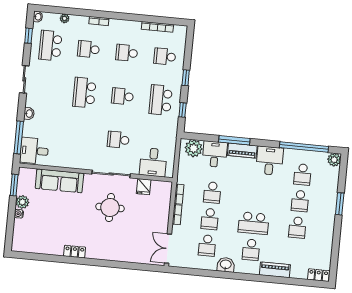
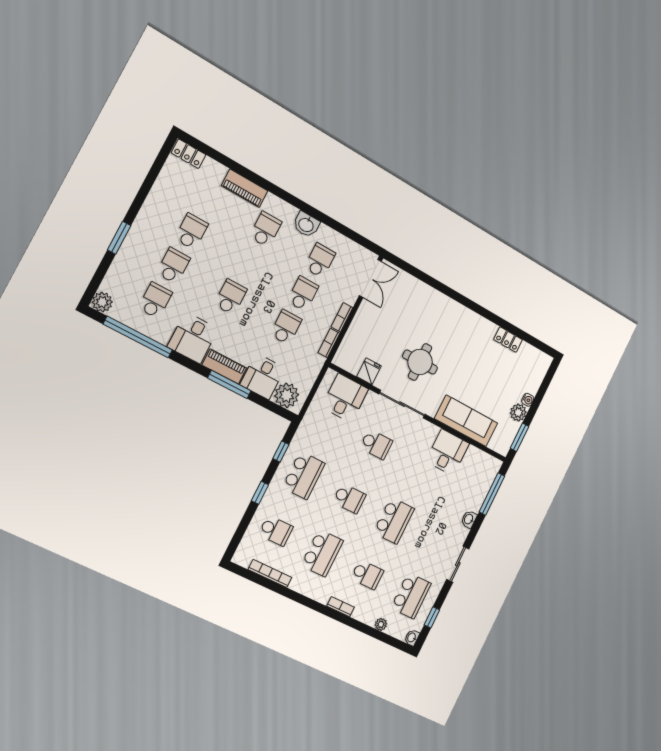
school desk: (127, 53) -> (322, 553), width x1.85
desk: (34, 151) -> (447, 452), moved, turned -90
school desk: (254, 223) -> (231, 297), moved, width x0.54
locker: (75, 252) -> (508, 340), moved

